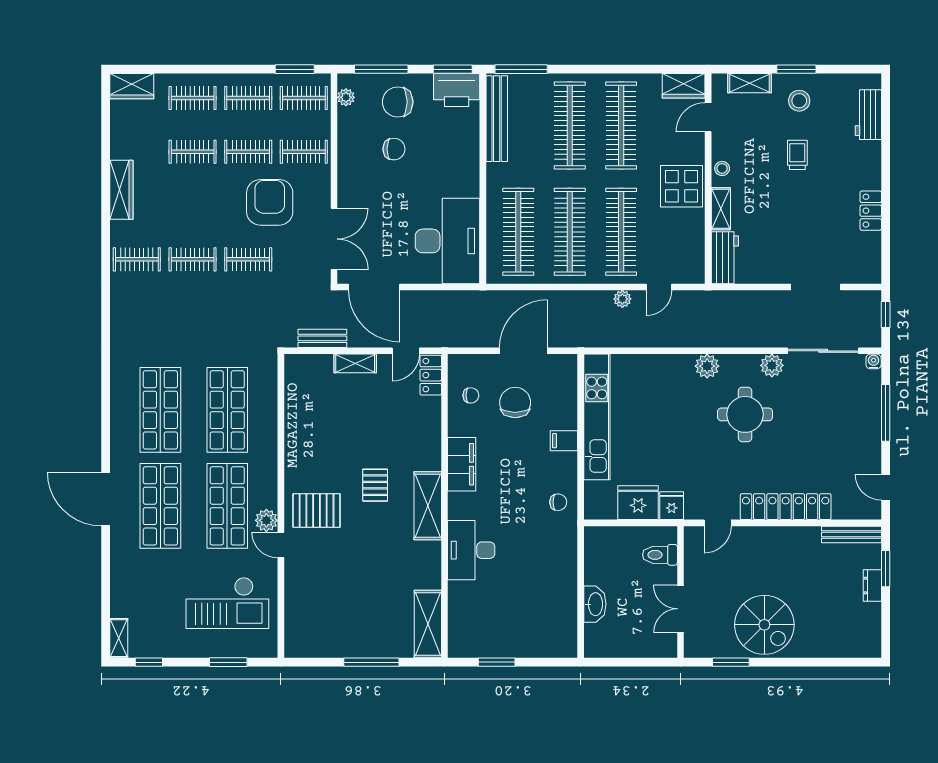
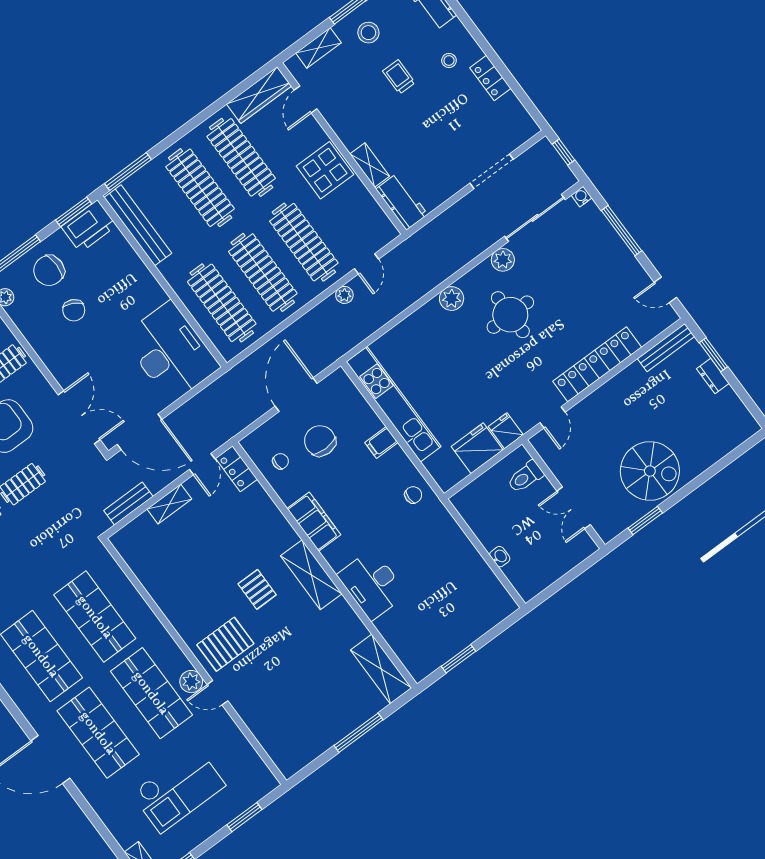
wardrobe: (684, 86) -> (259, 95), width x1.50
chair: (394, 149) -> (74, 310), turned 117
stool: (722, 168) -> (449, 61), moved
checkout: (227, 603) -> (178, 789), moved
washbasin: (595, 604) -> (500, 557), width x0.52, depth x0.69

